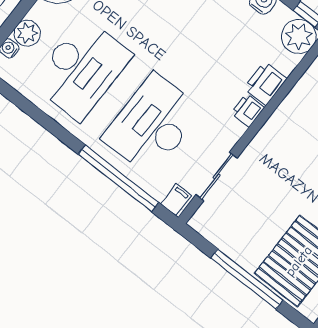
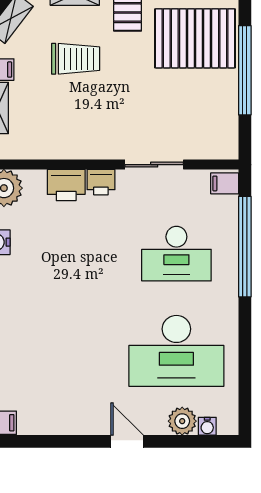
desk: (82, 69) -> (176, 351), turned 180
desk: (152, 125) -> (176, 254), width x0.73, depth x0.77
sliding door: (217, 176) -> (154, 165), moved

